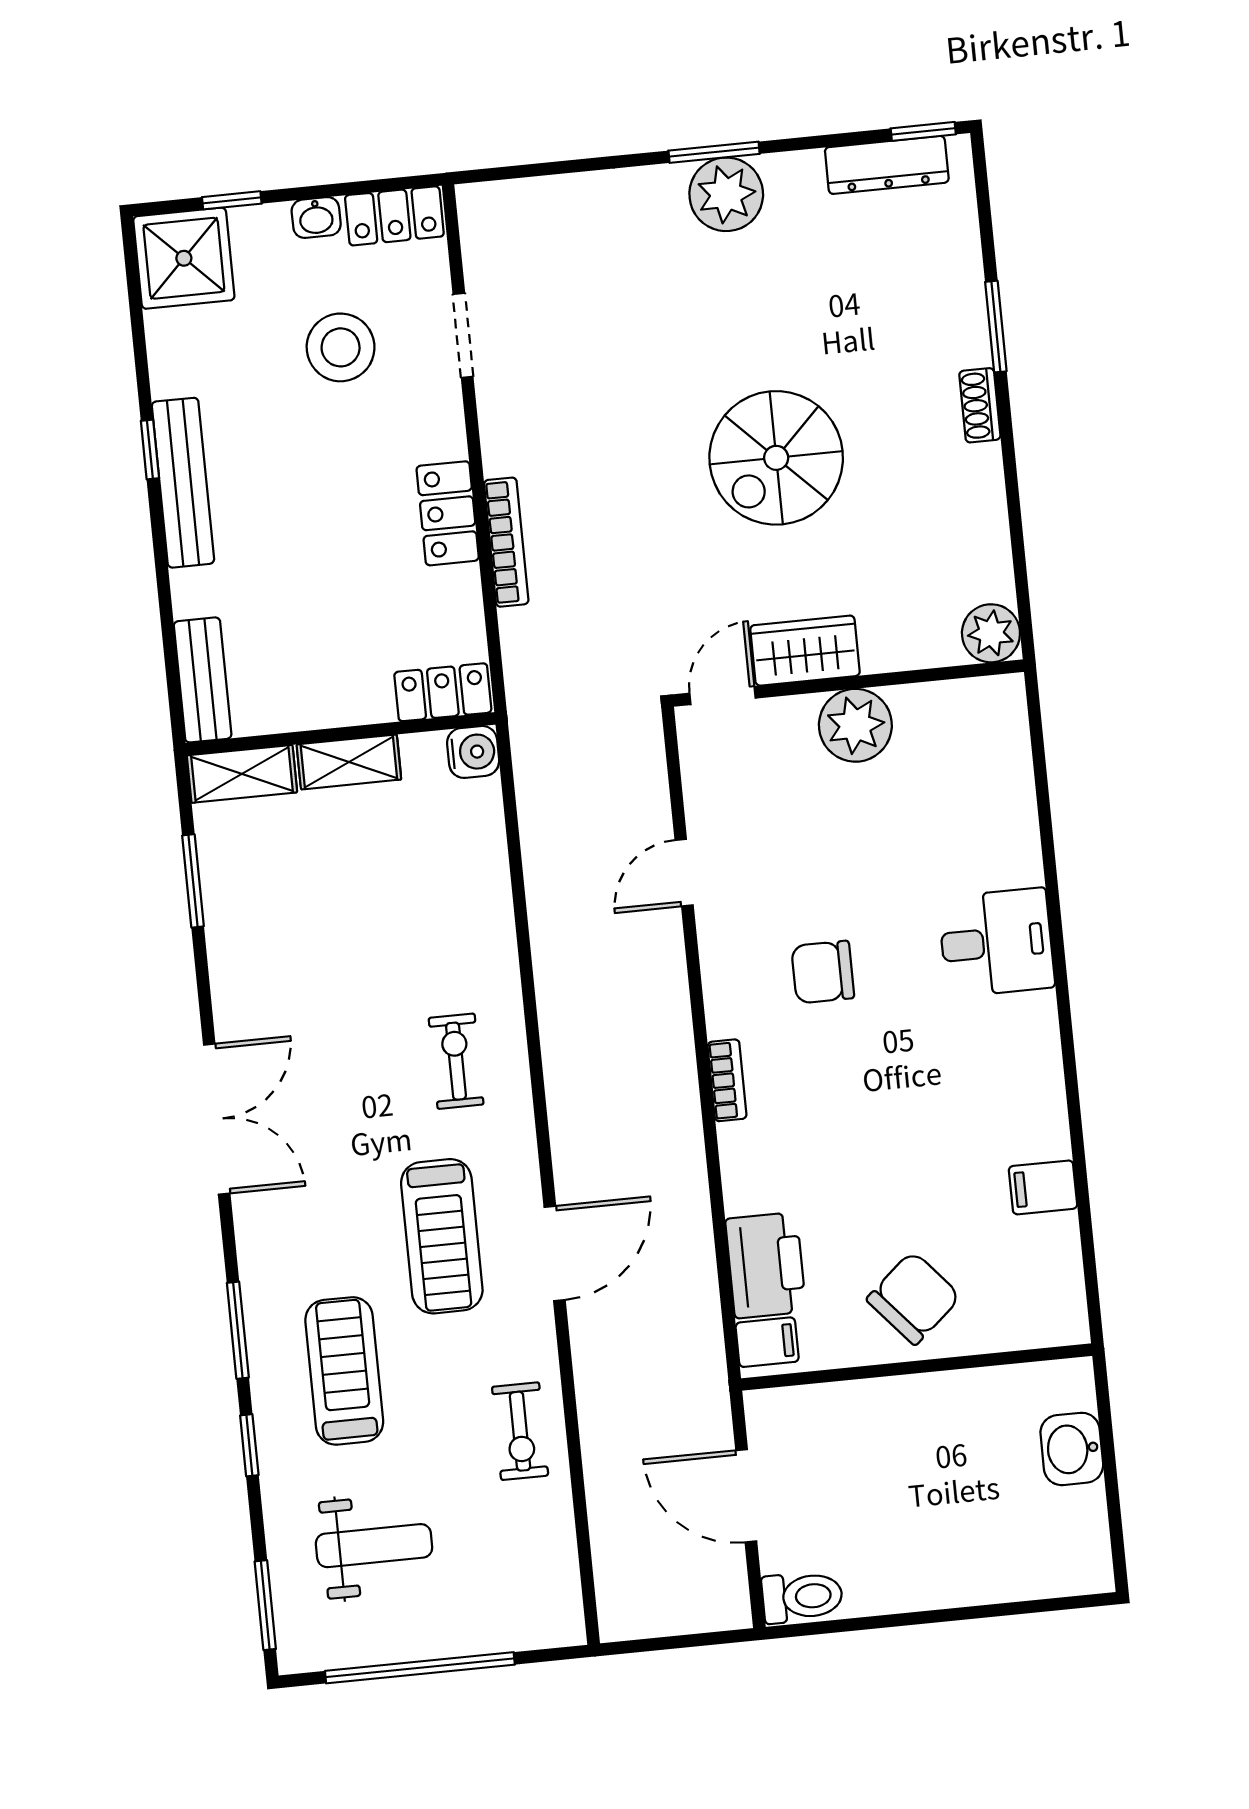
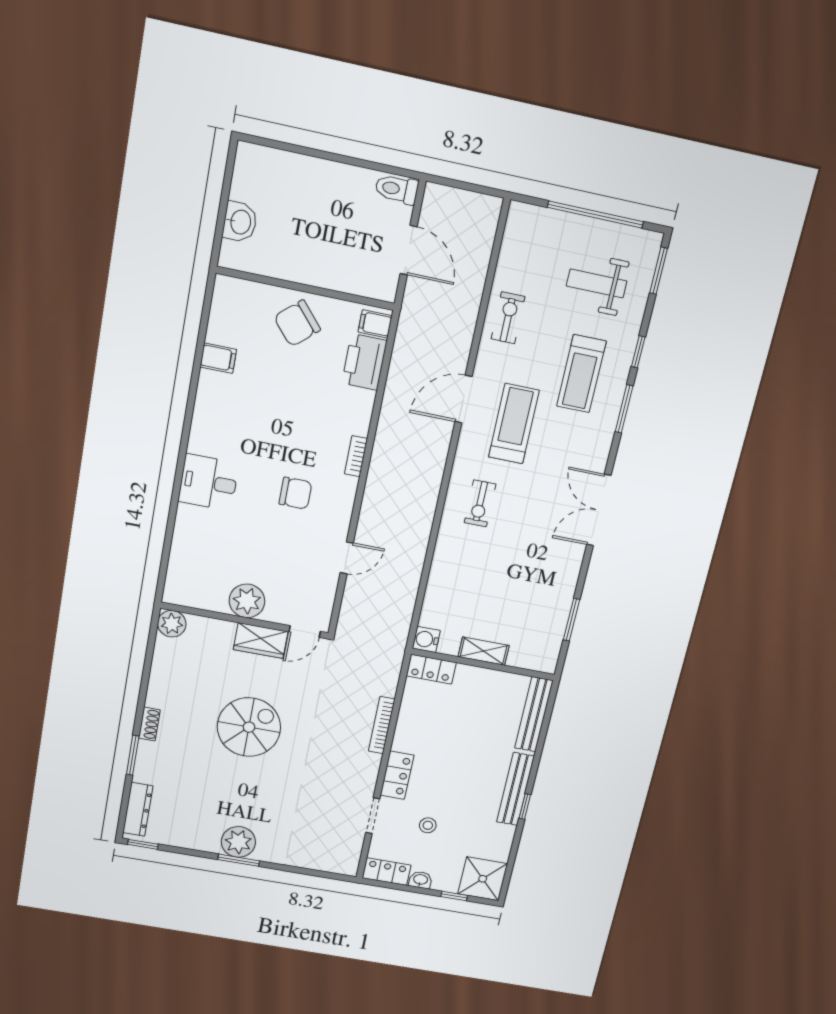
dresser: (887, 165) -> (138, 809), moved, turned 90
stool: (341, 347) -> (428, 825), width x0.53, depth x0.53
locker: (448, 513) -> (397, 775), moved
bench: (203, 680) -> (534, 714), width x1.36
shelving: (242, 774) -> (533, 660), removed

